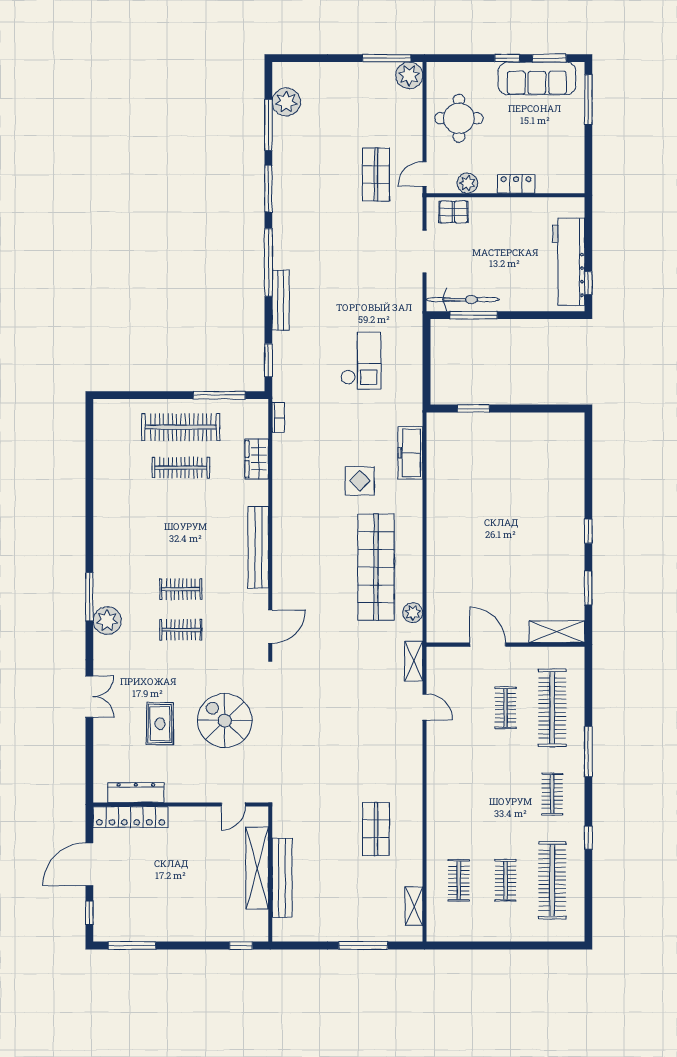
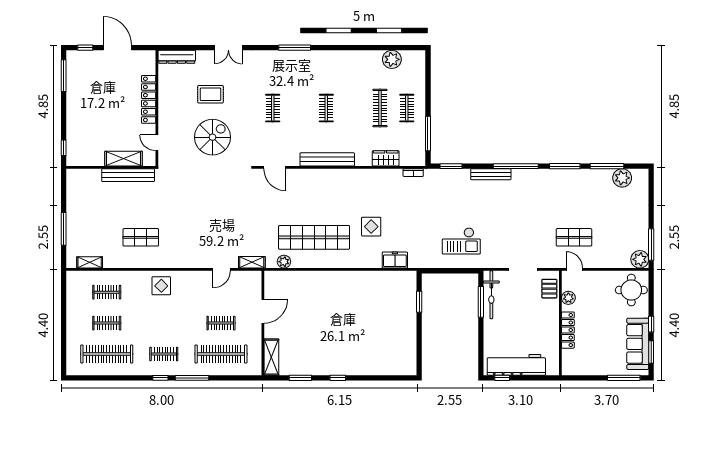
round table: (459, 118) -> (631, 290), moved
locker: (516, 184) -> (568, 330), width x1.53
checkout: (361, 361) -> (461, 241), moved
clothes rail: (181, 427) -> (407, 108), width x0.54, depth x0.76
freezer: (410, 453) -> (395, 260), width x0.71
clothes rail: (181, 589) -> (326, 108), moved
plant: (107, 621) -> (392, 59), moved
dresser: (136, 793) -> (177, 57), moved, turned 90
display table: (449, 798) -> (161, 286), added
locker: (131, 817) -> (149, 99), moved
window: (588, 838) -> (160, 378), moved
shelving: (257, 868) -> (124, 159), width x0.68
bench: (282, 878) -> (128, 175), moved

